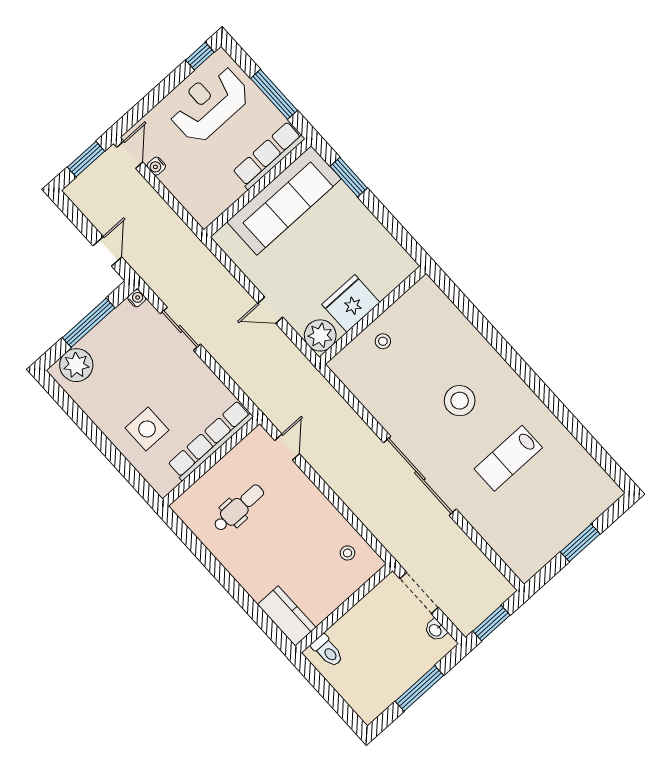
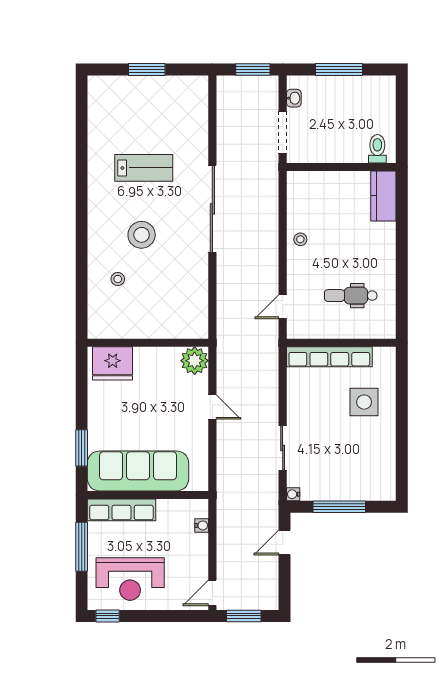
water cooler: (156, 166) -> (202, 525), moved
fridge: (351, 303) -> (113, 363), moved
stool: (383, 341) -> (118, 279), moved
plant: (76, 365) -> (373, 486), removed
stool: (348, 553) -> (300, 239), moved

